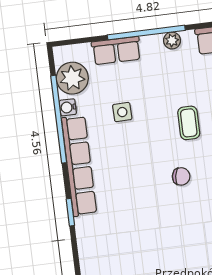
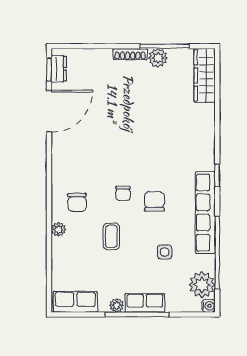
row of seats: (116, 50) -> (145, 303), moved
water cooler: (68, 107) -> (209, 306), moved
chair: (142, 171) -> (154, 201), added
chair: (181, 176) -> (123, 193), turned -100

